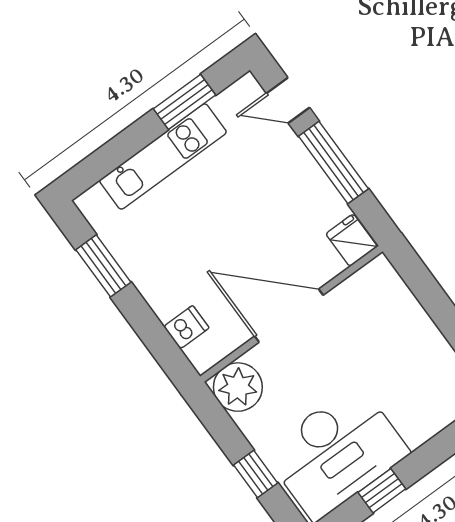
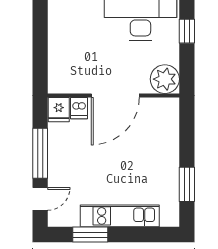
door: (288, 100) -> (40, 199), hinge flipped
door: (289, 316) -> (115, 95), hinge flipped
dishwasher: (186, 327) -> (79, 108), moved, turned -90

